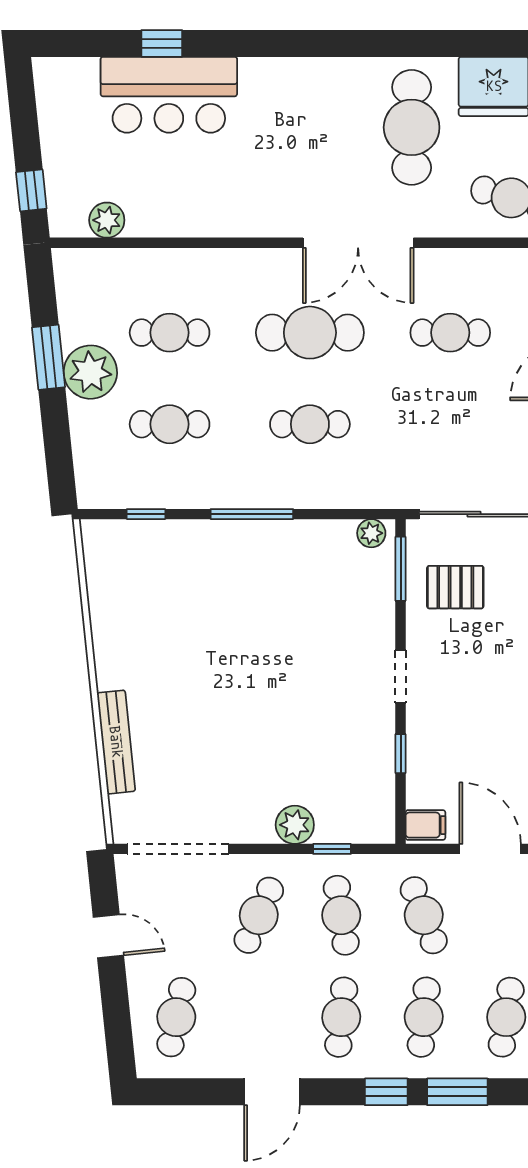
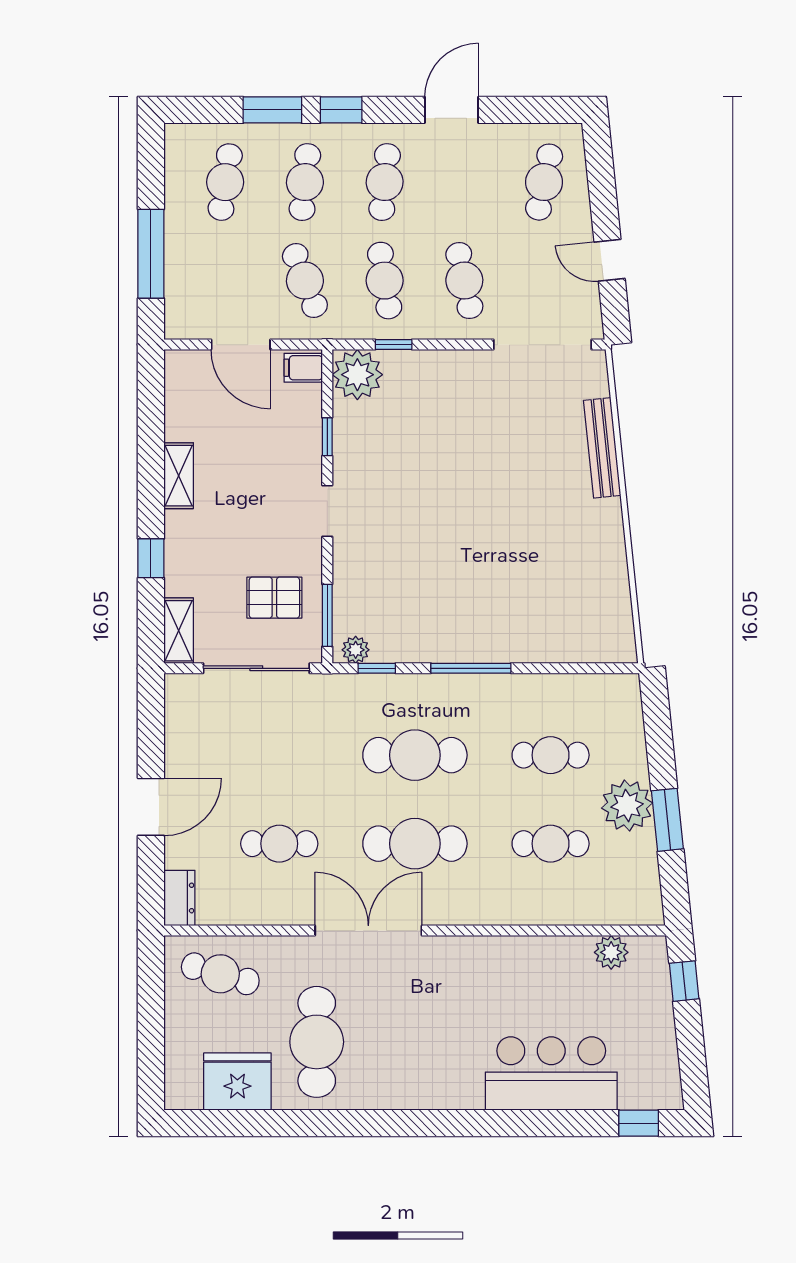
window: (162, 43) -> (639, 1123), moved
cafe table: (310, 424) -> (415, 755), width x1.37, depth x1.35
window: (146, 514) -> (377, 668), moved
plant: (295, 825) -> (357, 375), moved, width x1.36, depth x1.36
cafe table: (259, 915) -> (464, 281), turned -36

